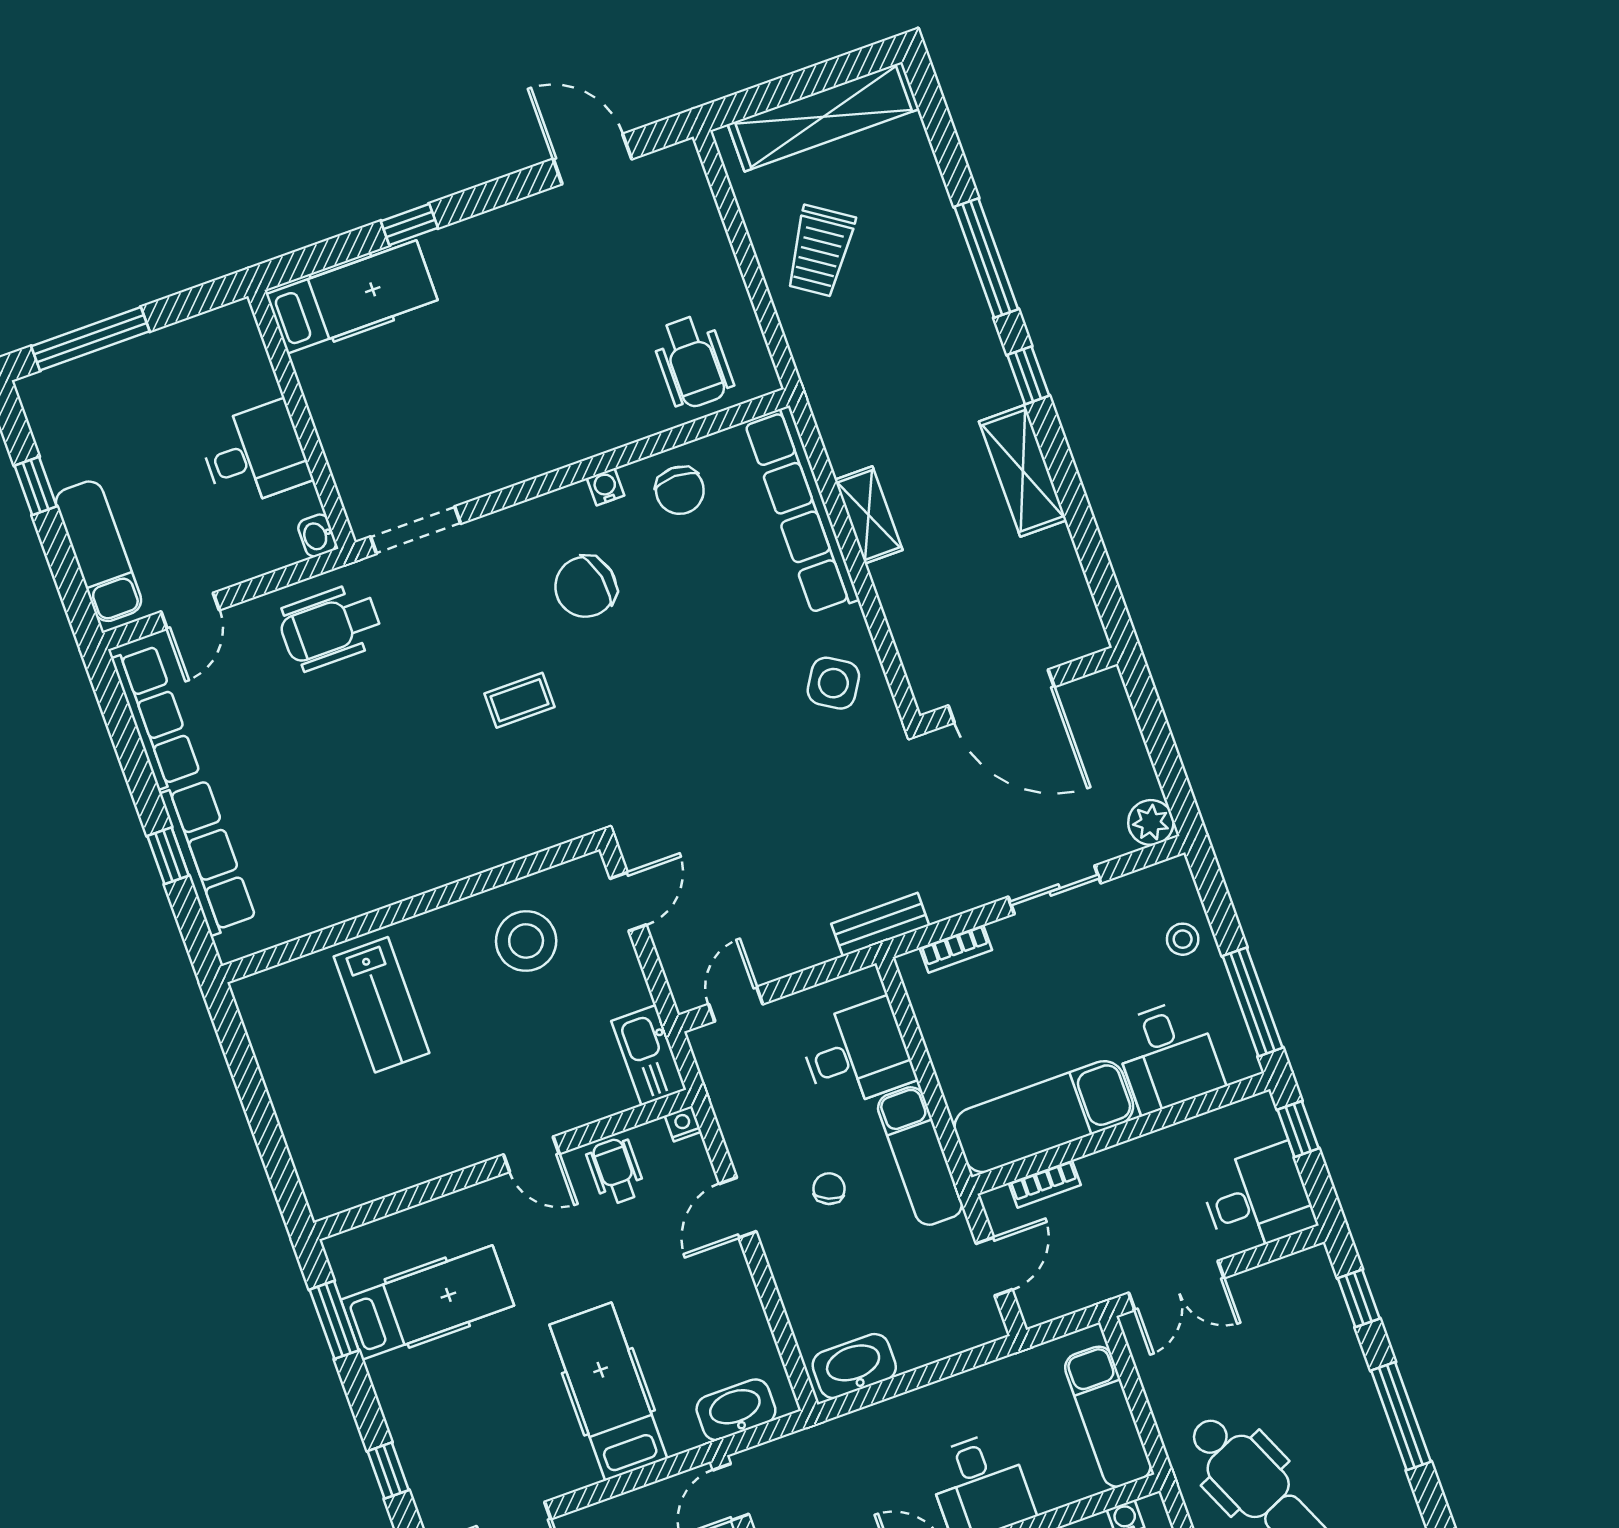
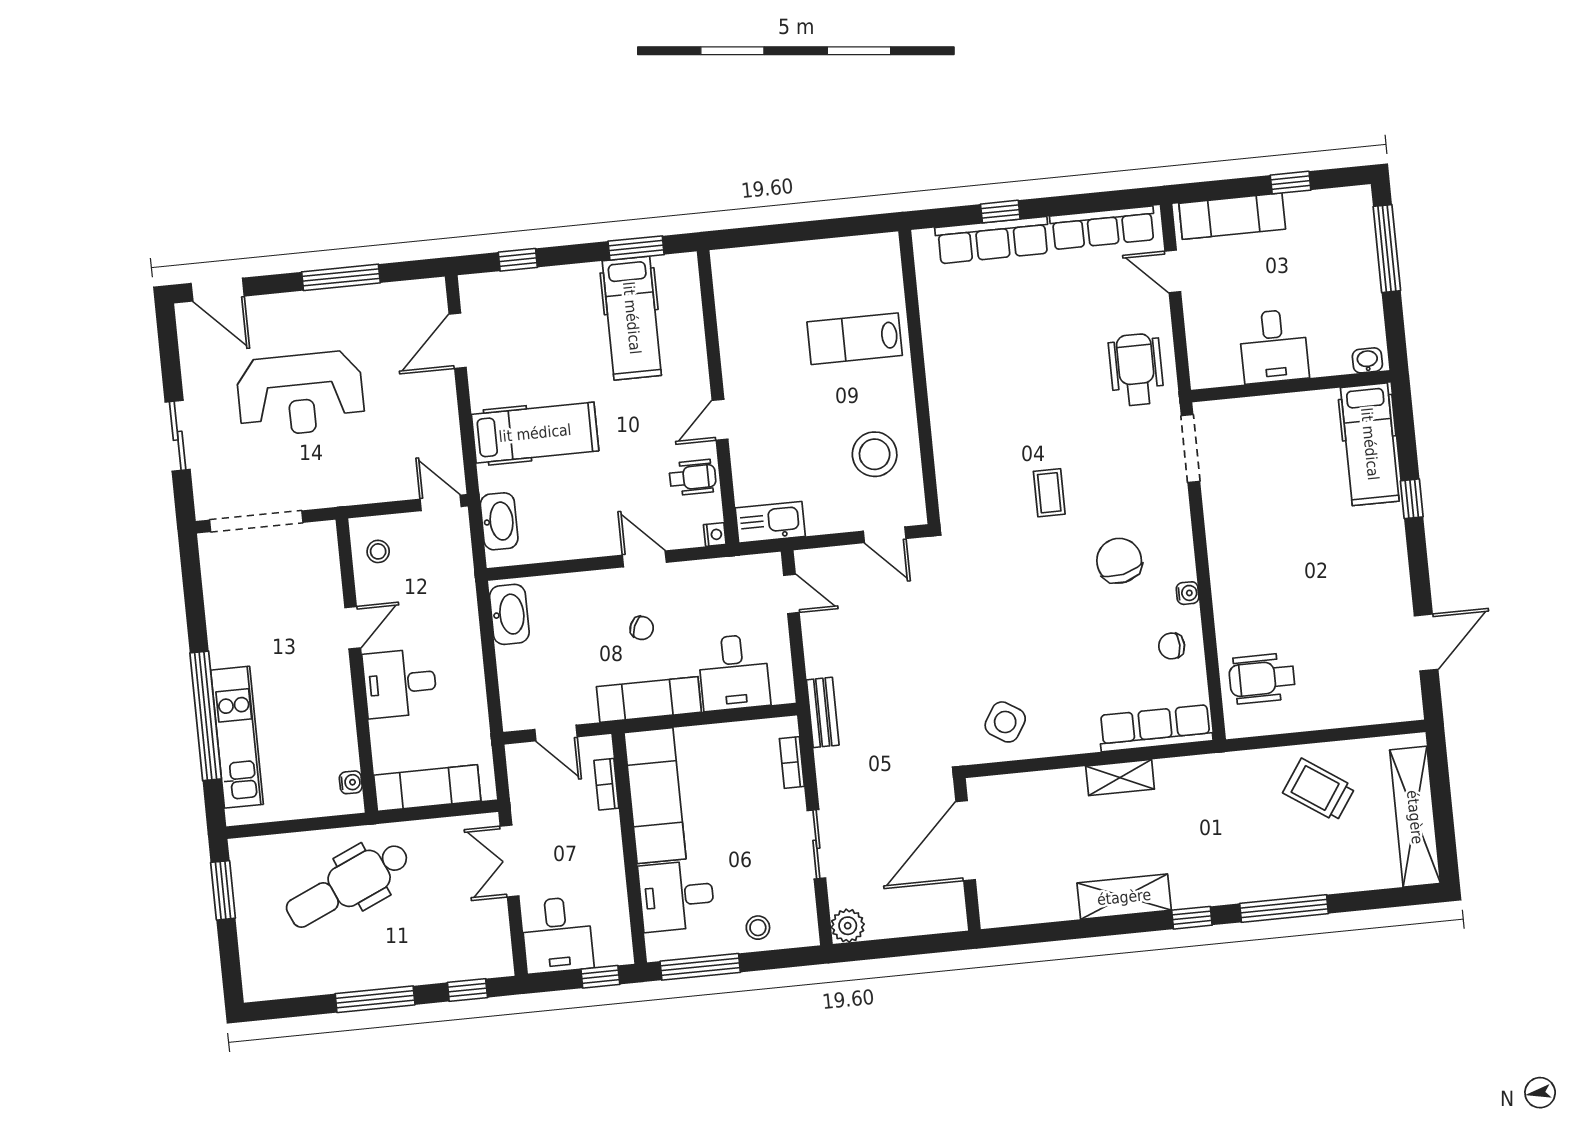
chair: (680, 490) -> (1172, 646), width x0.73, depth x0.73
row of seats: (802, 511) -> (1155, 728), width x0.73
washbasin: (317, 536) -> (1367, 360), moved

